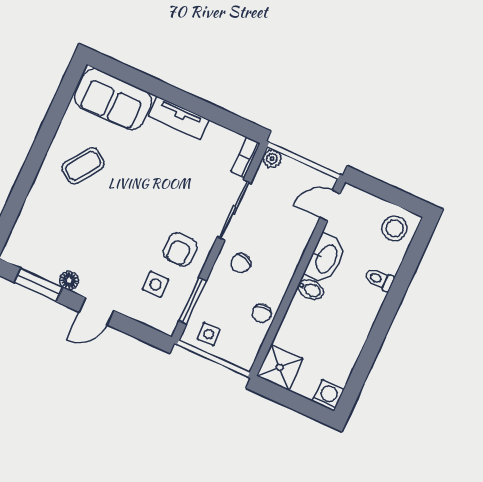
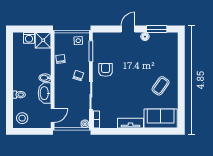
side table: (156, 284) -> (109, 51), removed
washing machine: (328, 395) -> (29, 38), moved

